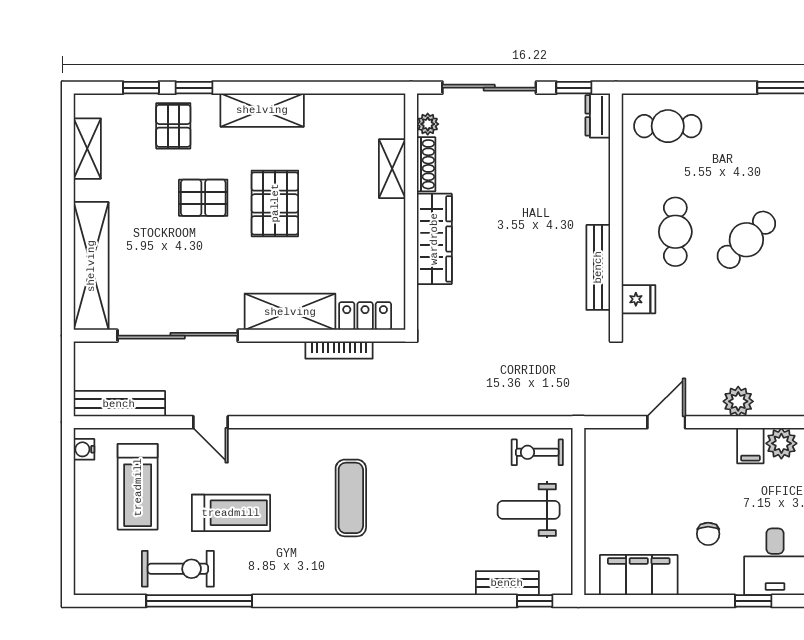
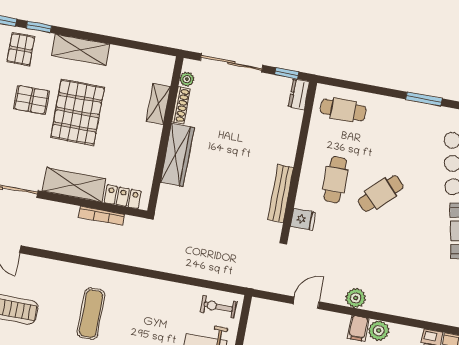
pallet: (275, 203) -> (78, 112), width x1.37, depth x1.41

